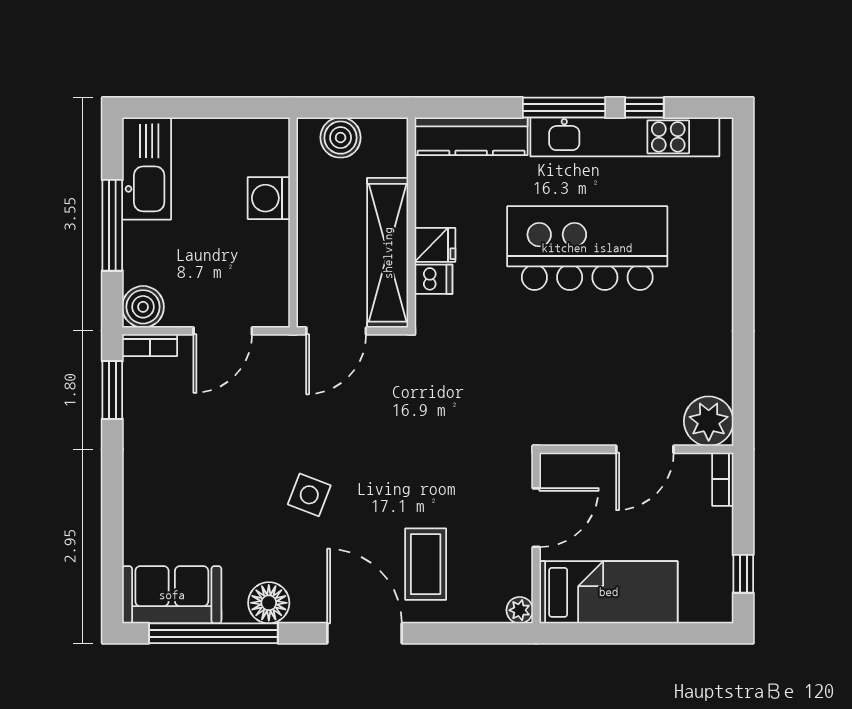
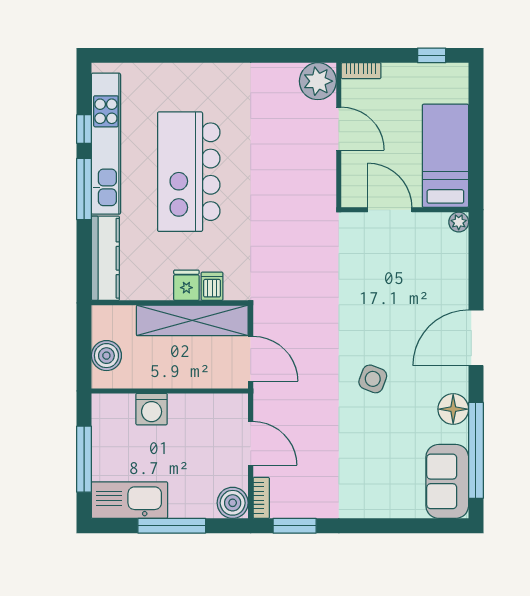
window: (202, 108) -> (84, 459), added
coffee table: (426, 564) -> (424, 292), removed

